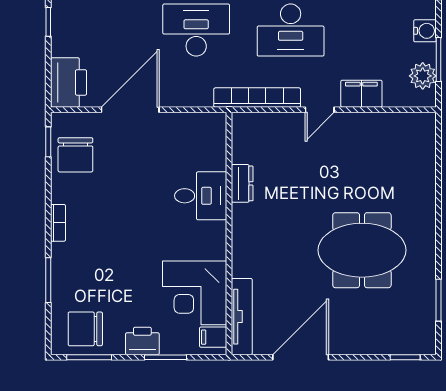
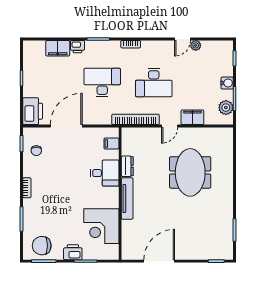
chair: (75, 155) -> (36, 151), width x0.54, depth x0.54
meeting table: (362, 250) -> (190, 172), moved, turned 90
tv unit: (242, 317) -> (127, 199), moved
filing cabinet: (213, 337) -> (111, 143), moved

